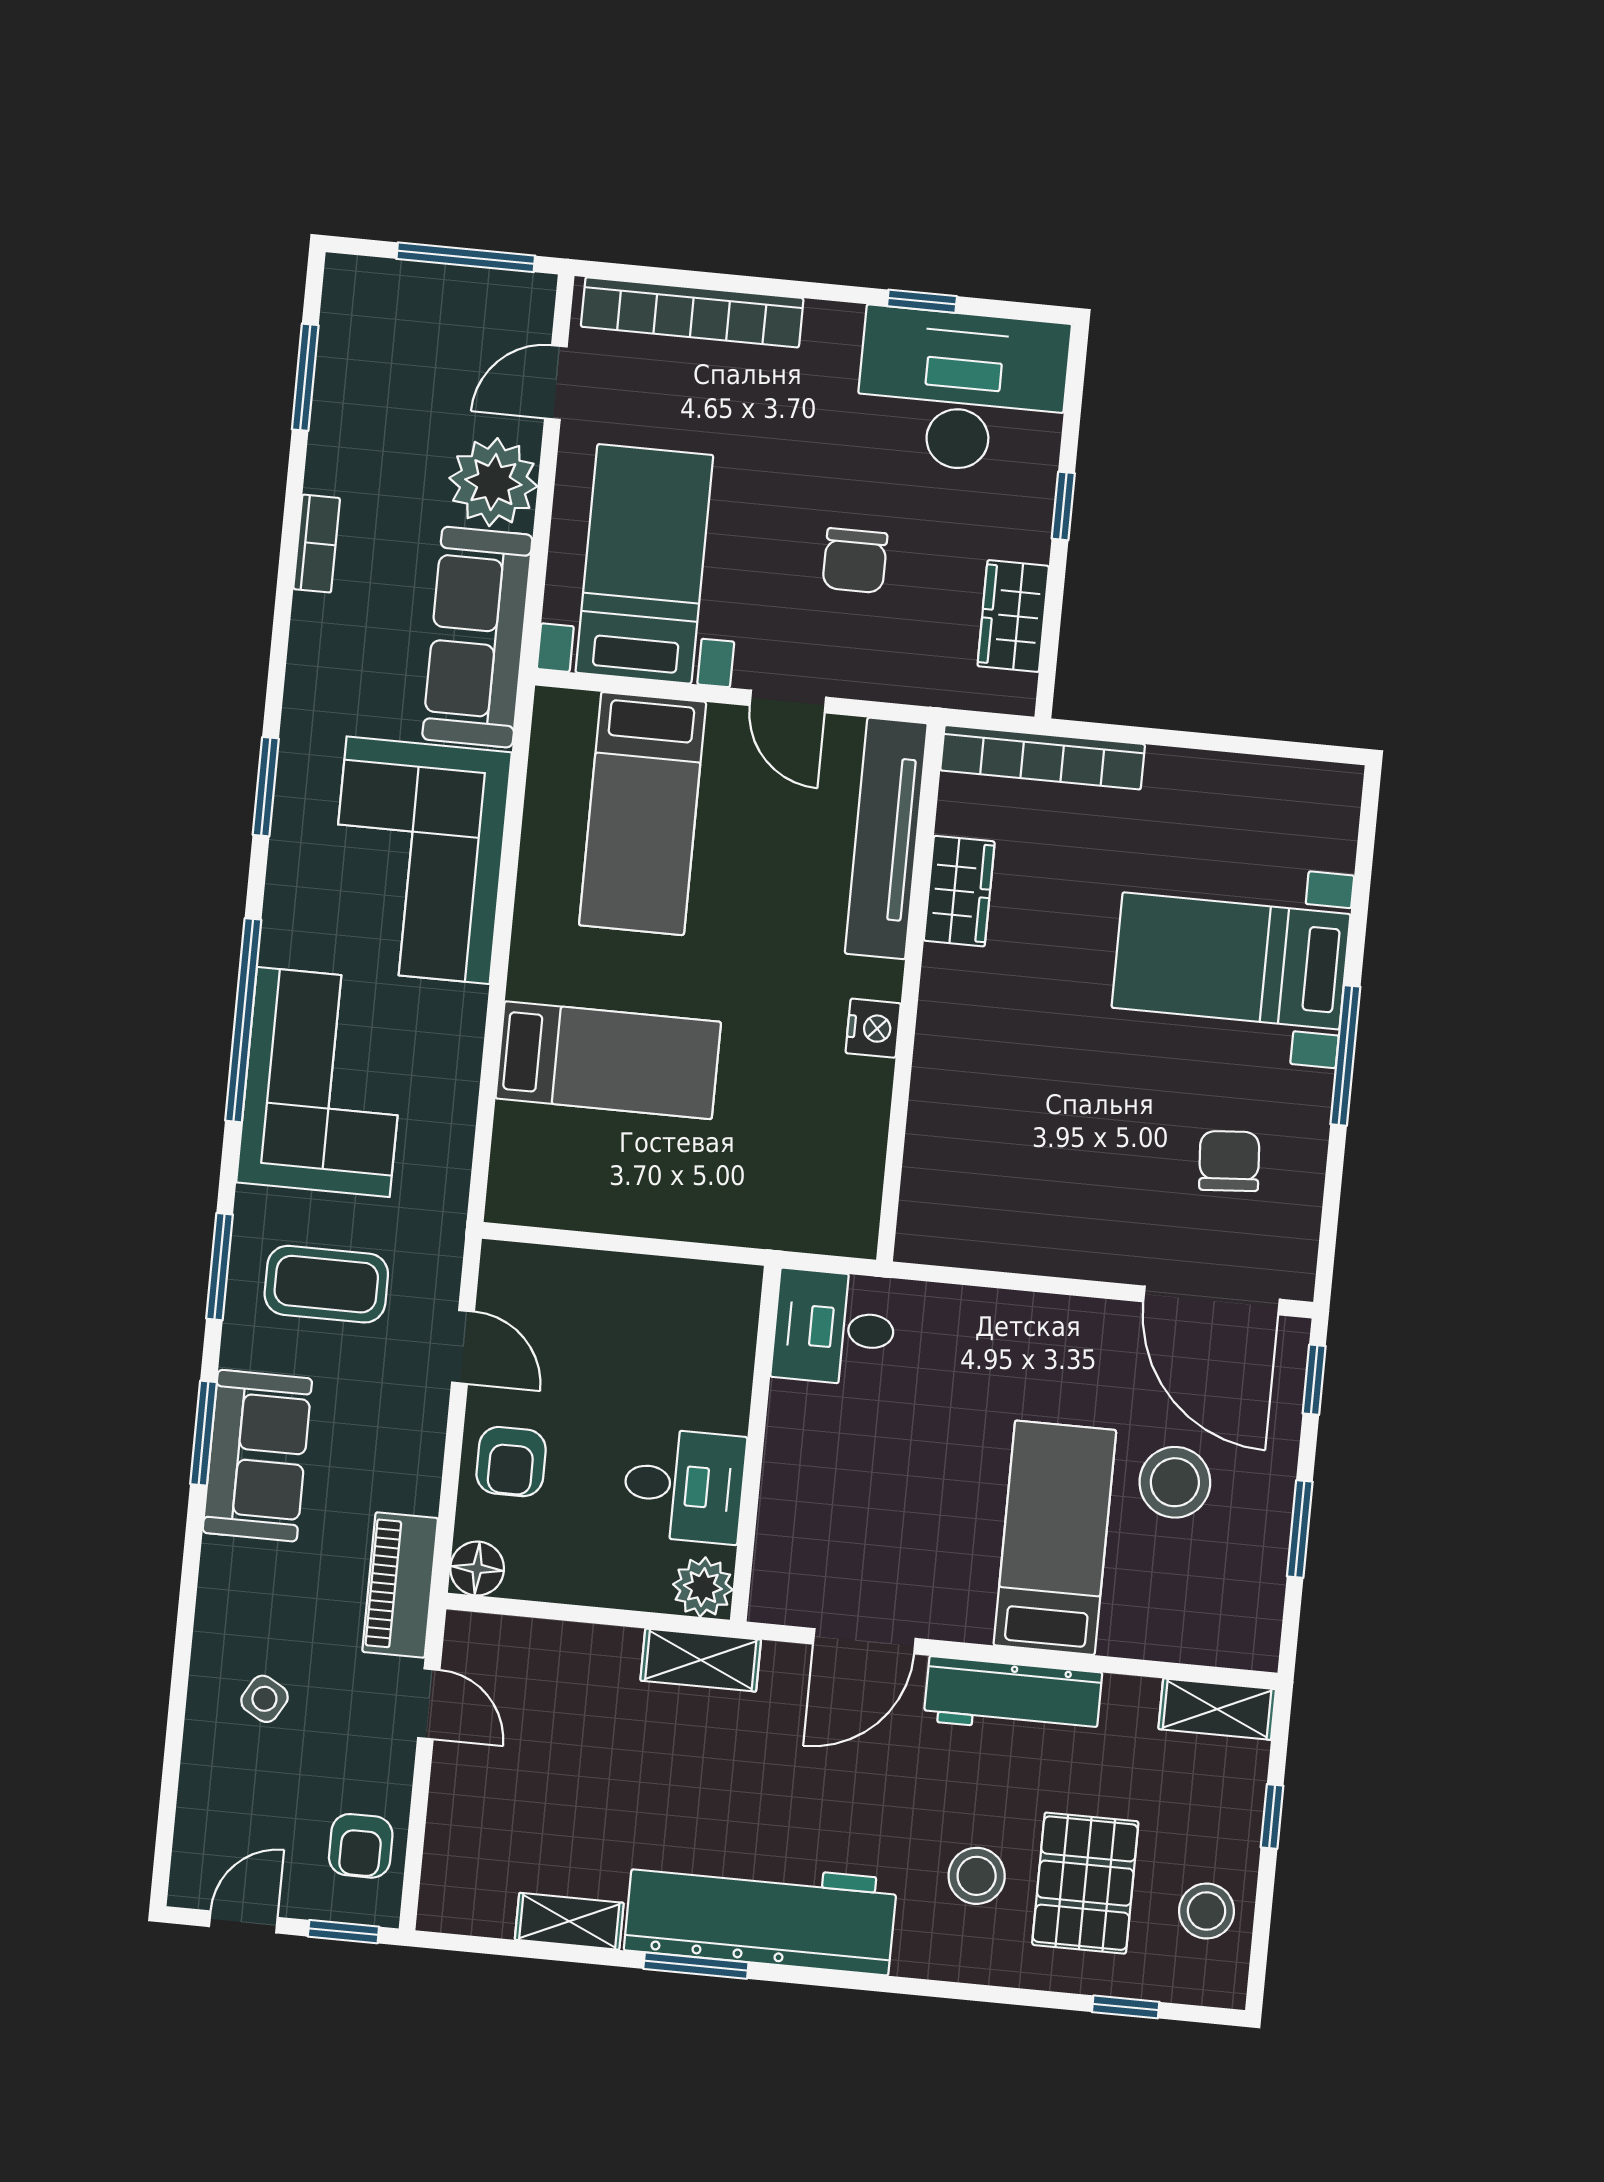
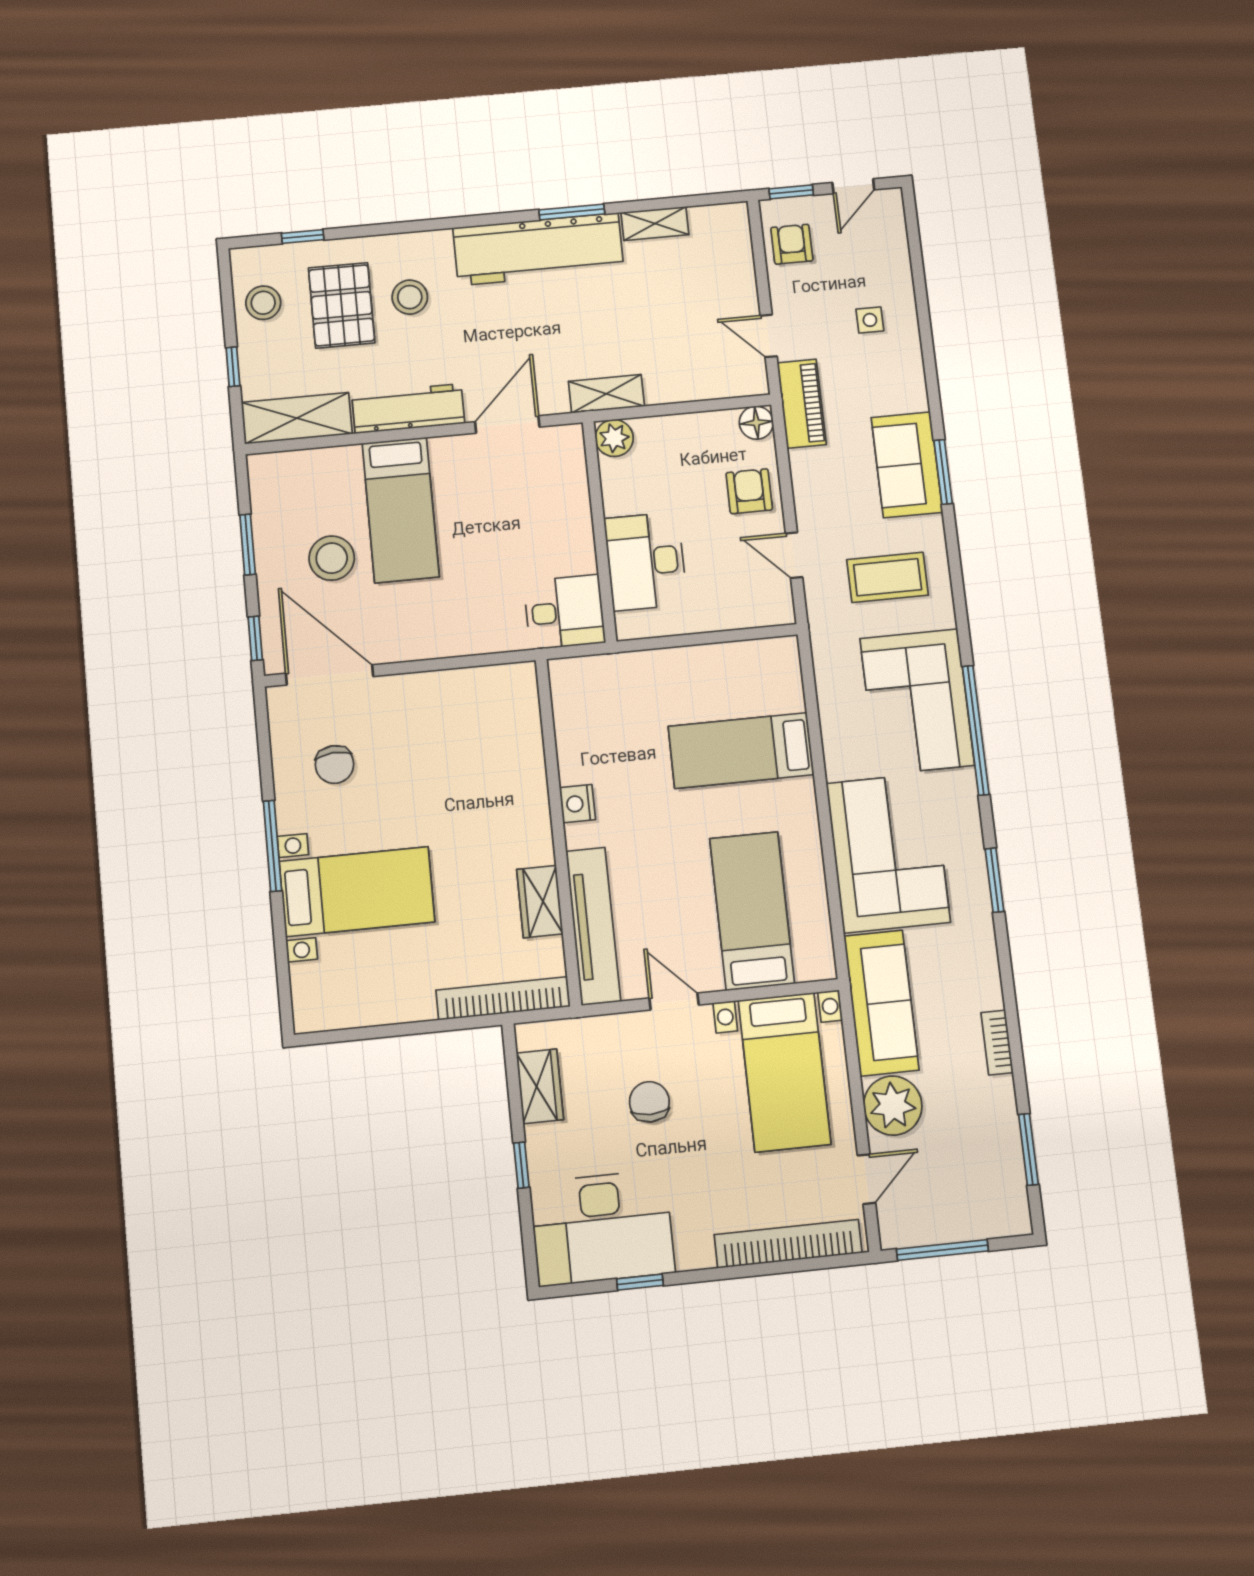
window: (220, 1267) -> (956, 575), removed
desk: (684, 1486) -> (646, 561), moved, width x1.37
side table: (264, 1699) -> (870, 320), turned -30
shelving: (1217, 1709) -> (297, 418), width x1.50, depth x1.33

